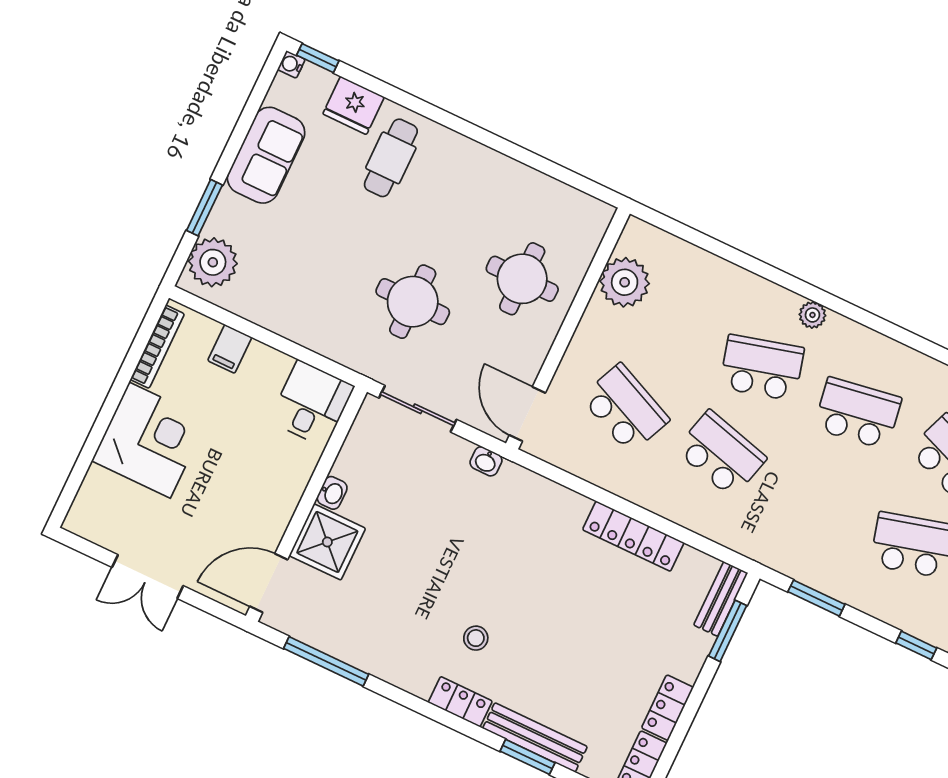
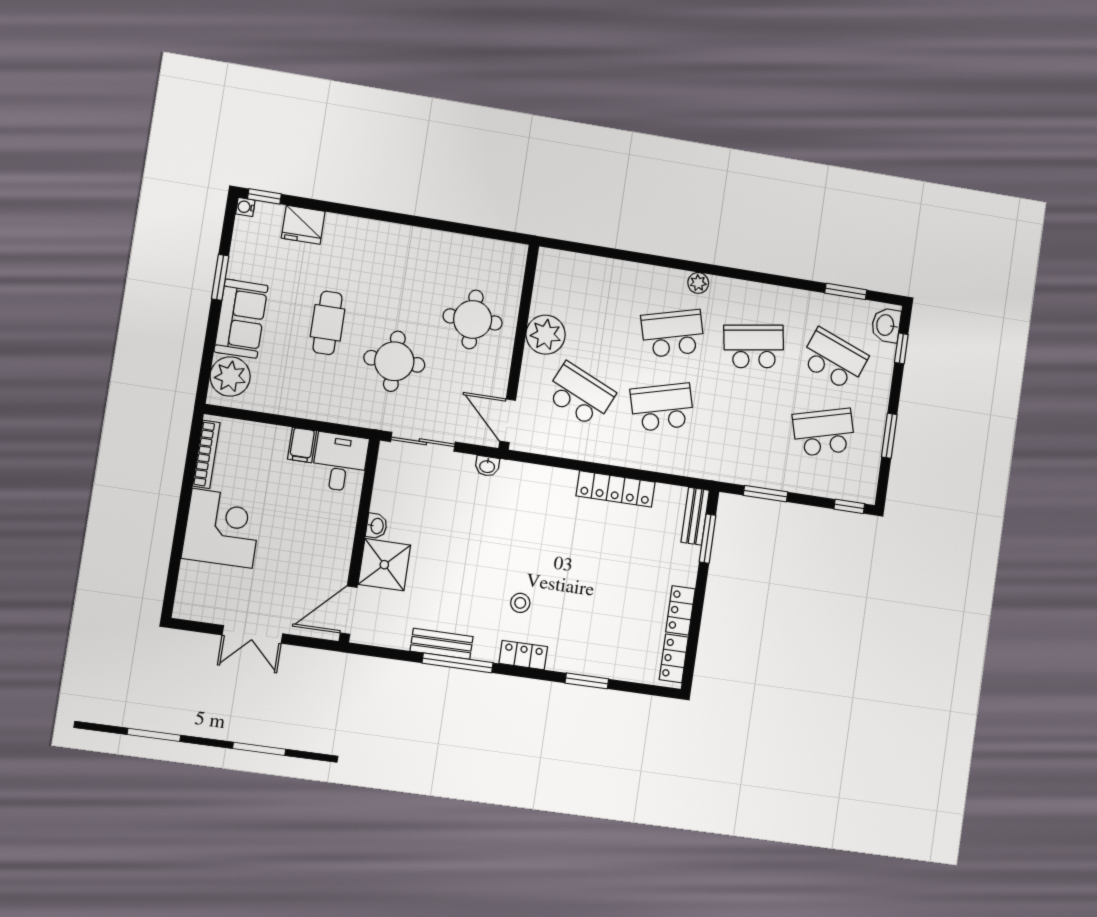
sofa: (266, 155) -> (241, 319), moved
cafe table: (391, 158) -> (328, 323), moved
window: (204, 208) -> (220, 277), moved
plant: (625, 282) -> (546, 335), moved
filing cabinet: (230, 349) -> (302, 445), moved
school desk: (721, 454) -> (662, 407), turned -30
window: (326, 661) -> (458, 663), moved
bench: (535, 737) -> (442, 644), moved, width x0.73

